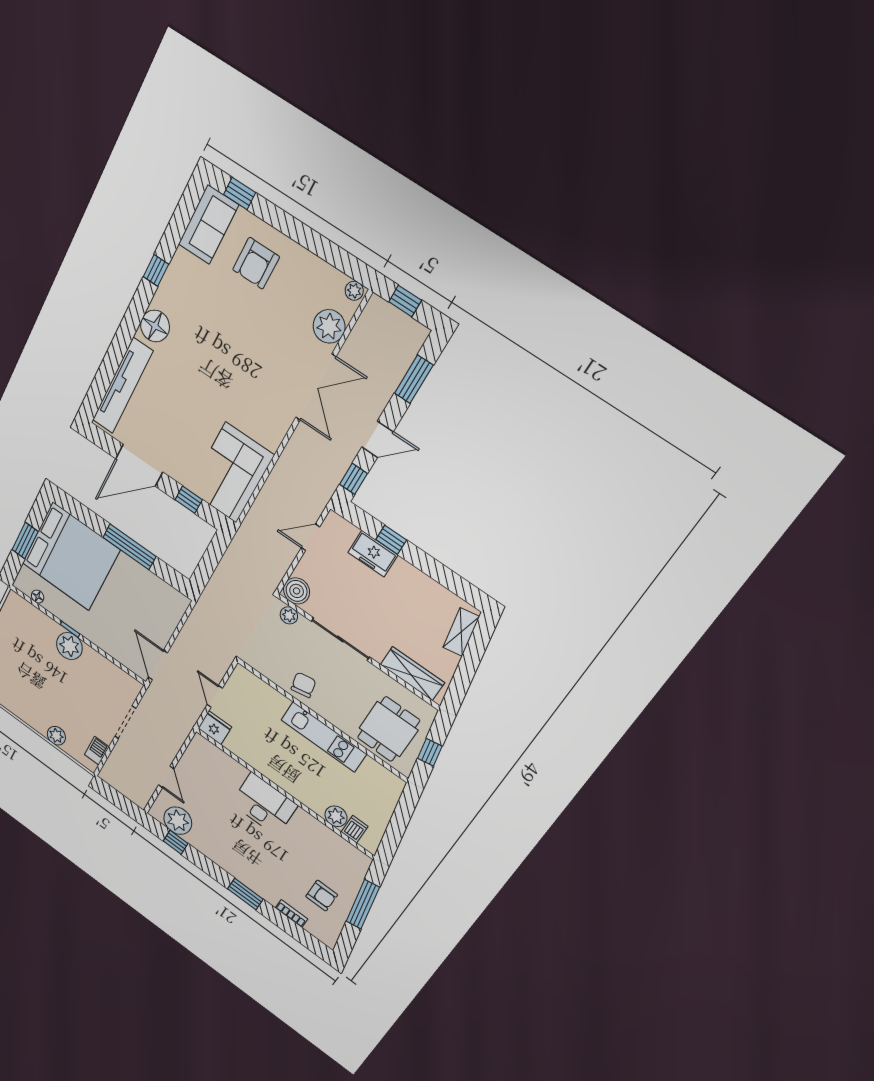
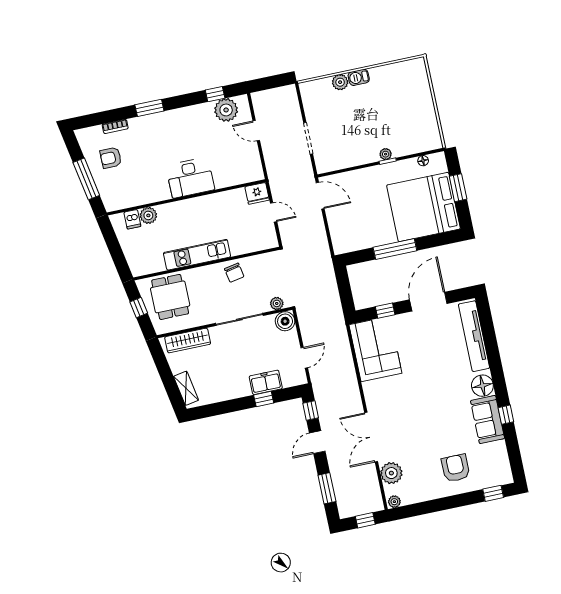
sofa: (208, 225) -> (488, 420), moved
plant: (69, 646) -> (386, 154), width x0.53, depth x0.53
barbecue: (97, 751) -> (359, 77), moved, turned 90

